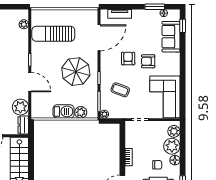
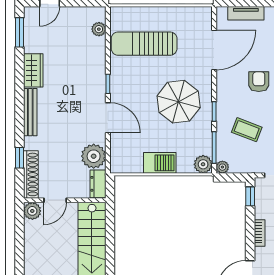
plant: (81, 112) -> (203, 164), moved
window: (122, 133) -> (250, 196), added

